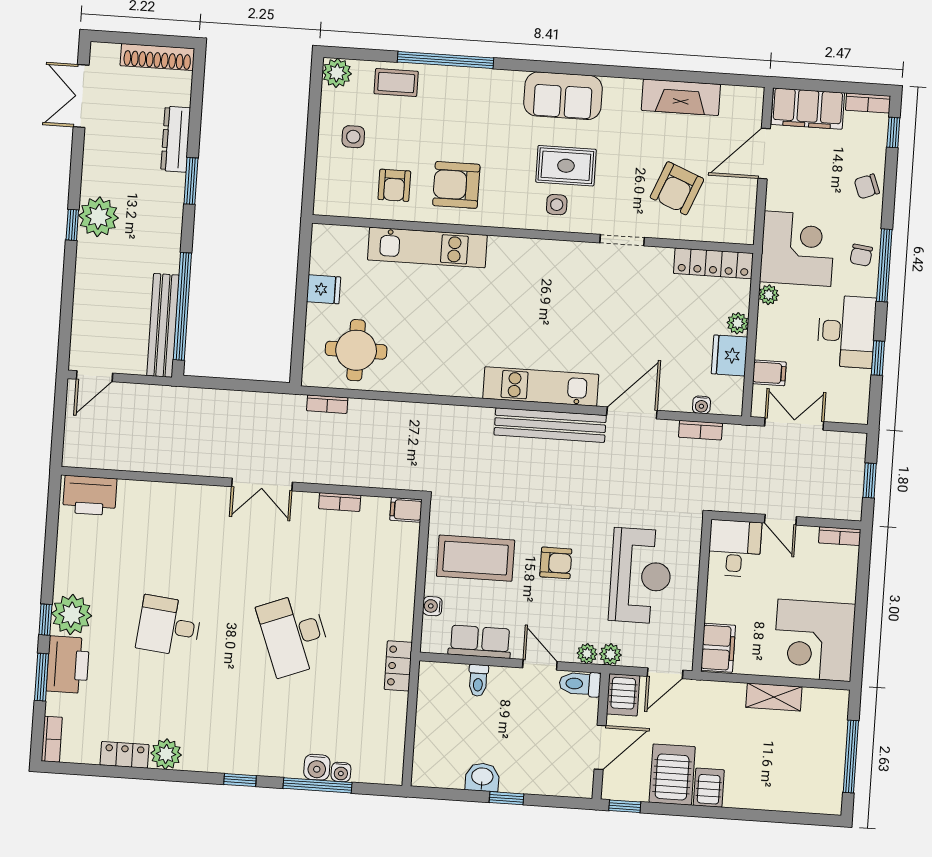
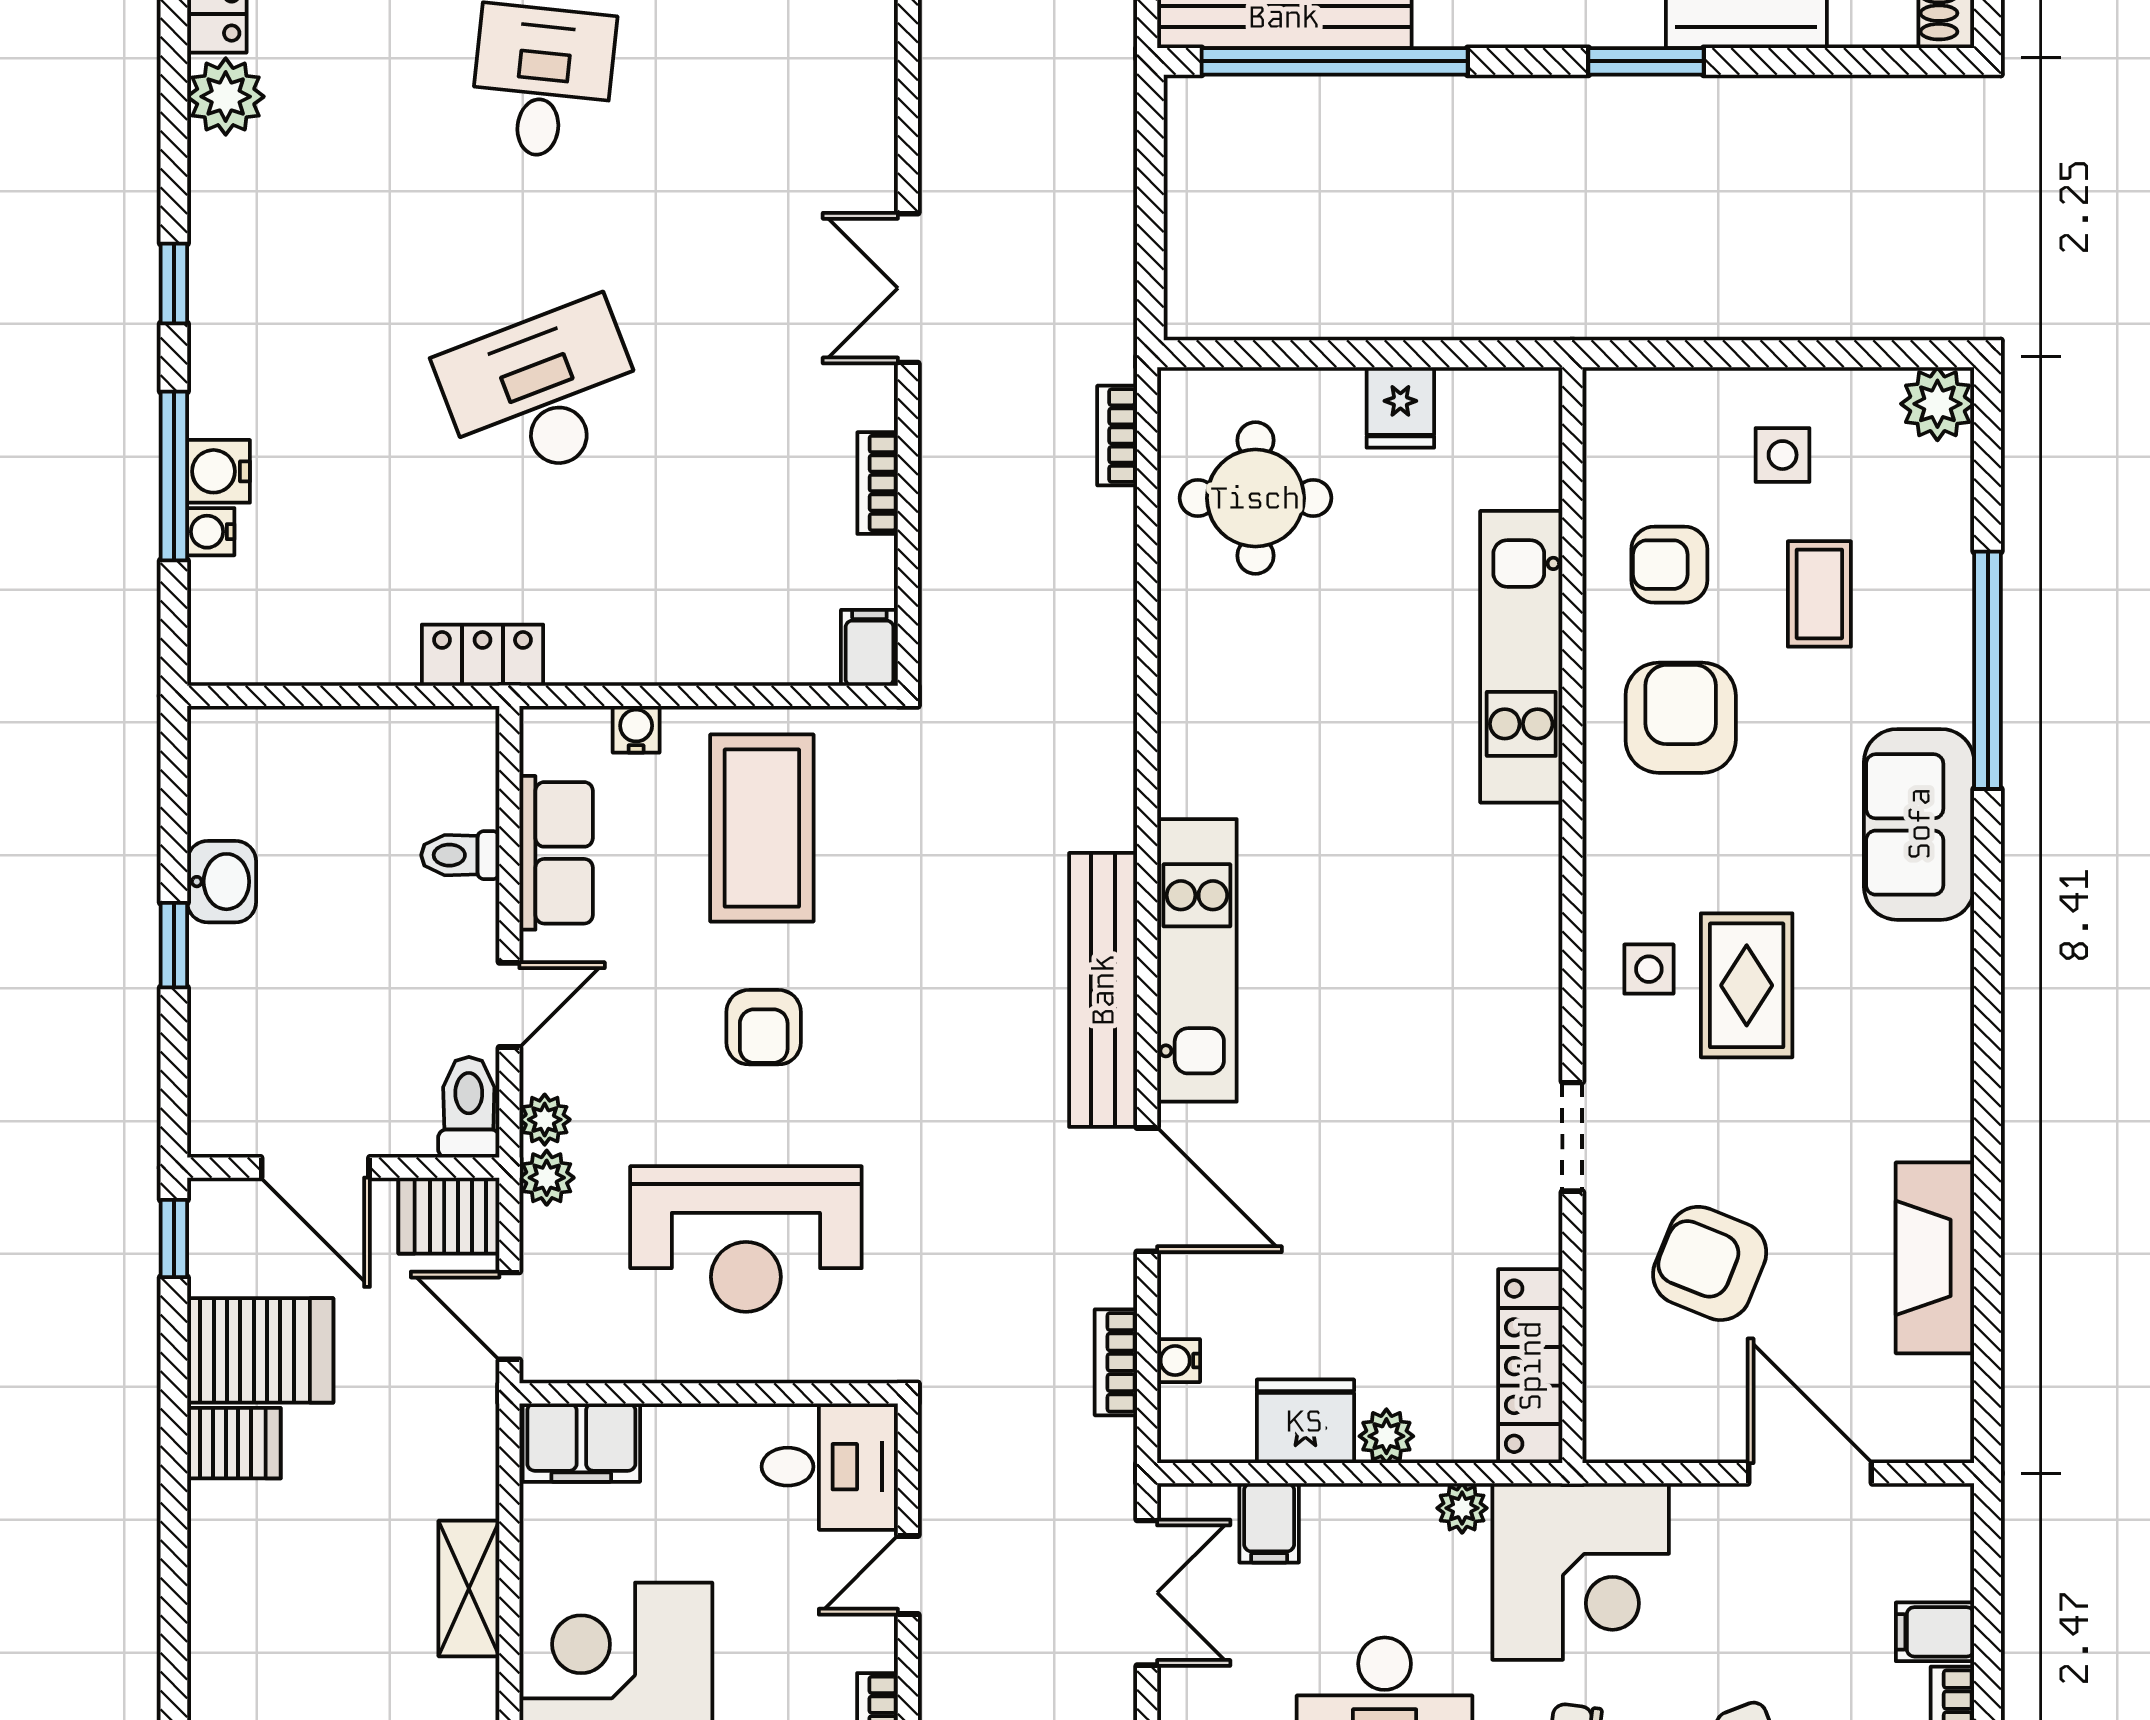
coffee table: (396, 83) -> (1819, 594), moved
sofa: (563, 96) -> (1919, 824), moved
filing cabinet: (808, 109) -> (1935, 1632), width x0.33, depth x0.86

